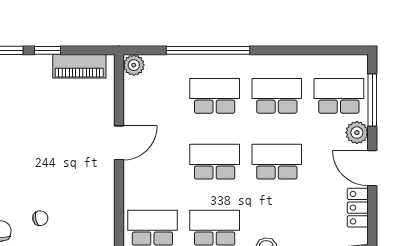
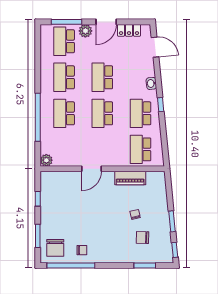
window: (48, 50) -> (38, 199), moved
piano: (79, 66) -> (130, 178), moved, turned 90
door: (119, 143) -> (91, 169), swing flipped

